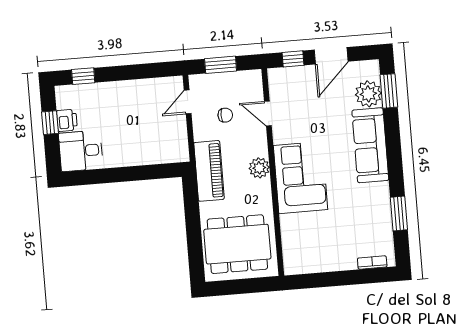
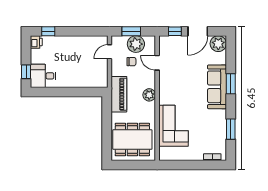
plant: (230, 85) -> (136, 44), added
window: (389, 91) -> (231, 84), moved
plant: (368, 94) -> (218, 44), moved
printer: (67, 120) -> (36, 42), moved
window: (50, 123) -> (26, 72), moved
corner sofa: (301, 178) -> (174, 126), moved

